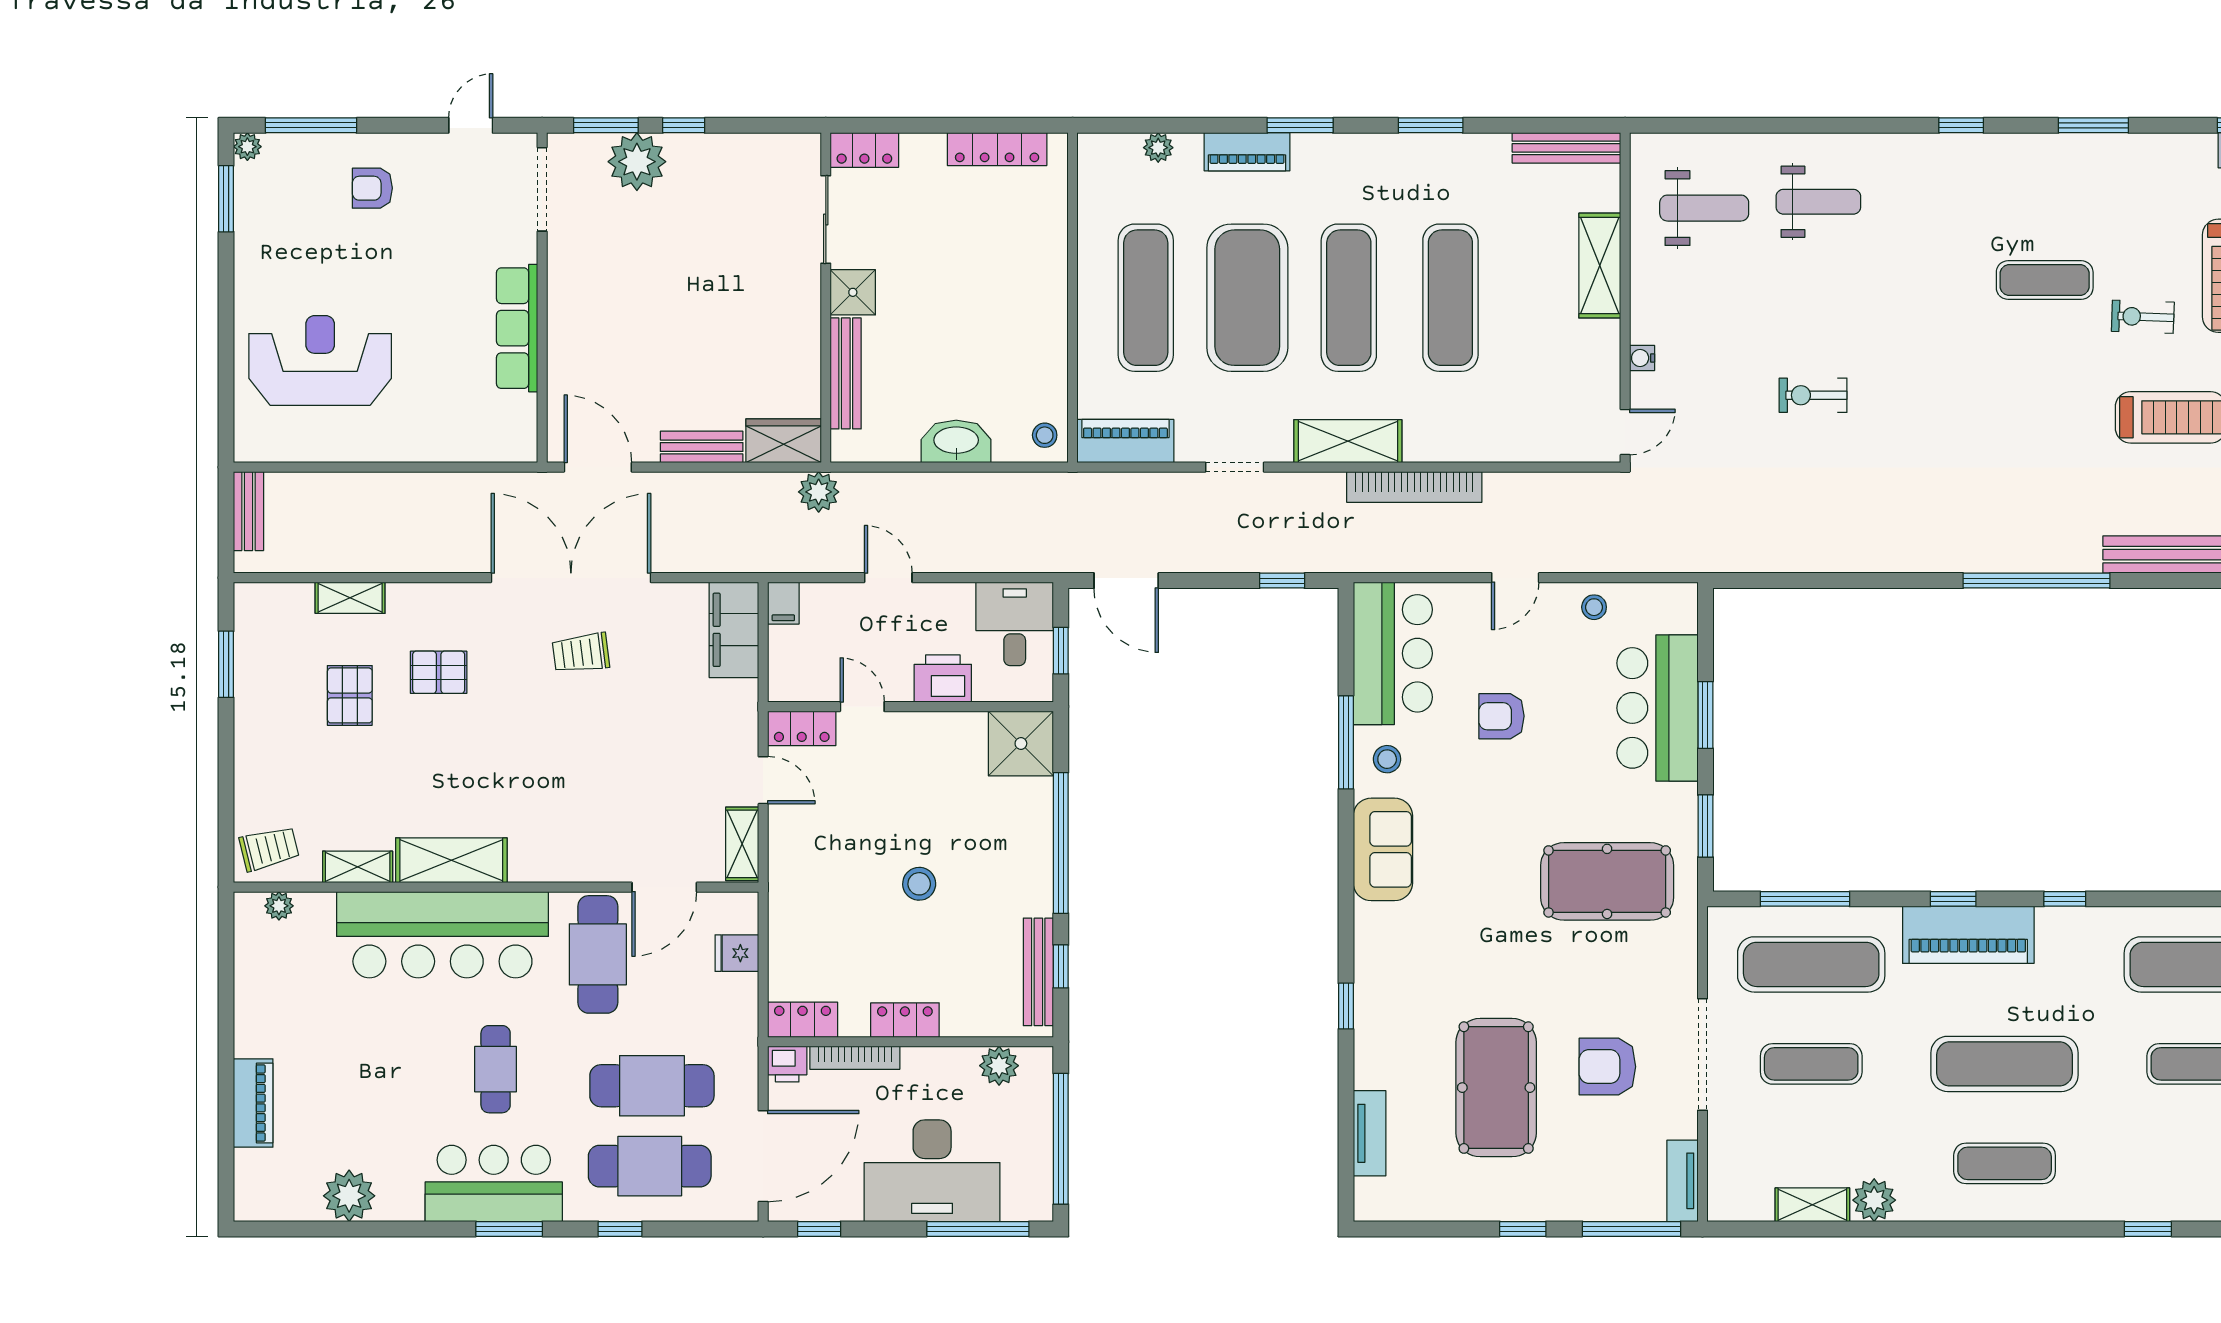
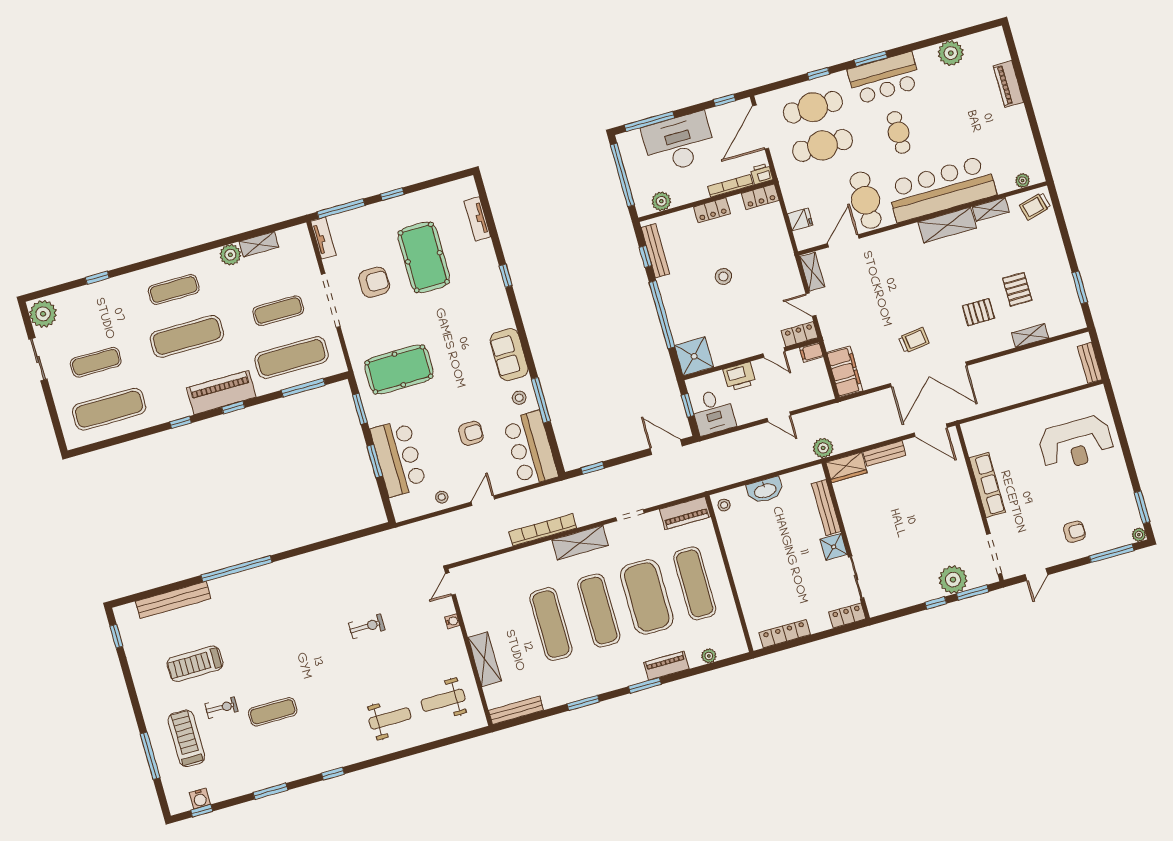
weight bench: (1818, 202) -> (390, 719), turned 180
filing cabinet: (783, 603) -> (811, 352), moved, turned -90

